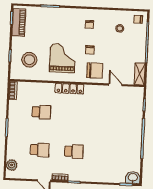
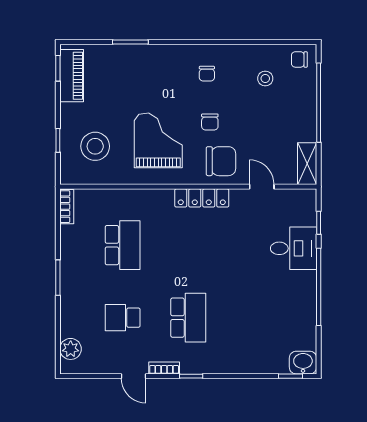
locker: (69, 89) -> (202, 198), moved
school desk: (41, 112) -> (123, 245), width x1.85
desk: (131, 118) -> (294, 248), added
school desk: (40, 150) -> (123, 318), turned 180
school desk: (74, 151) -> (188, 318), width x1.85

